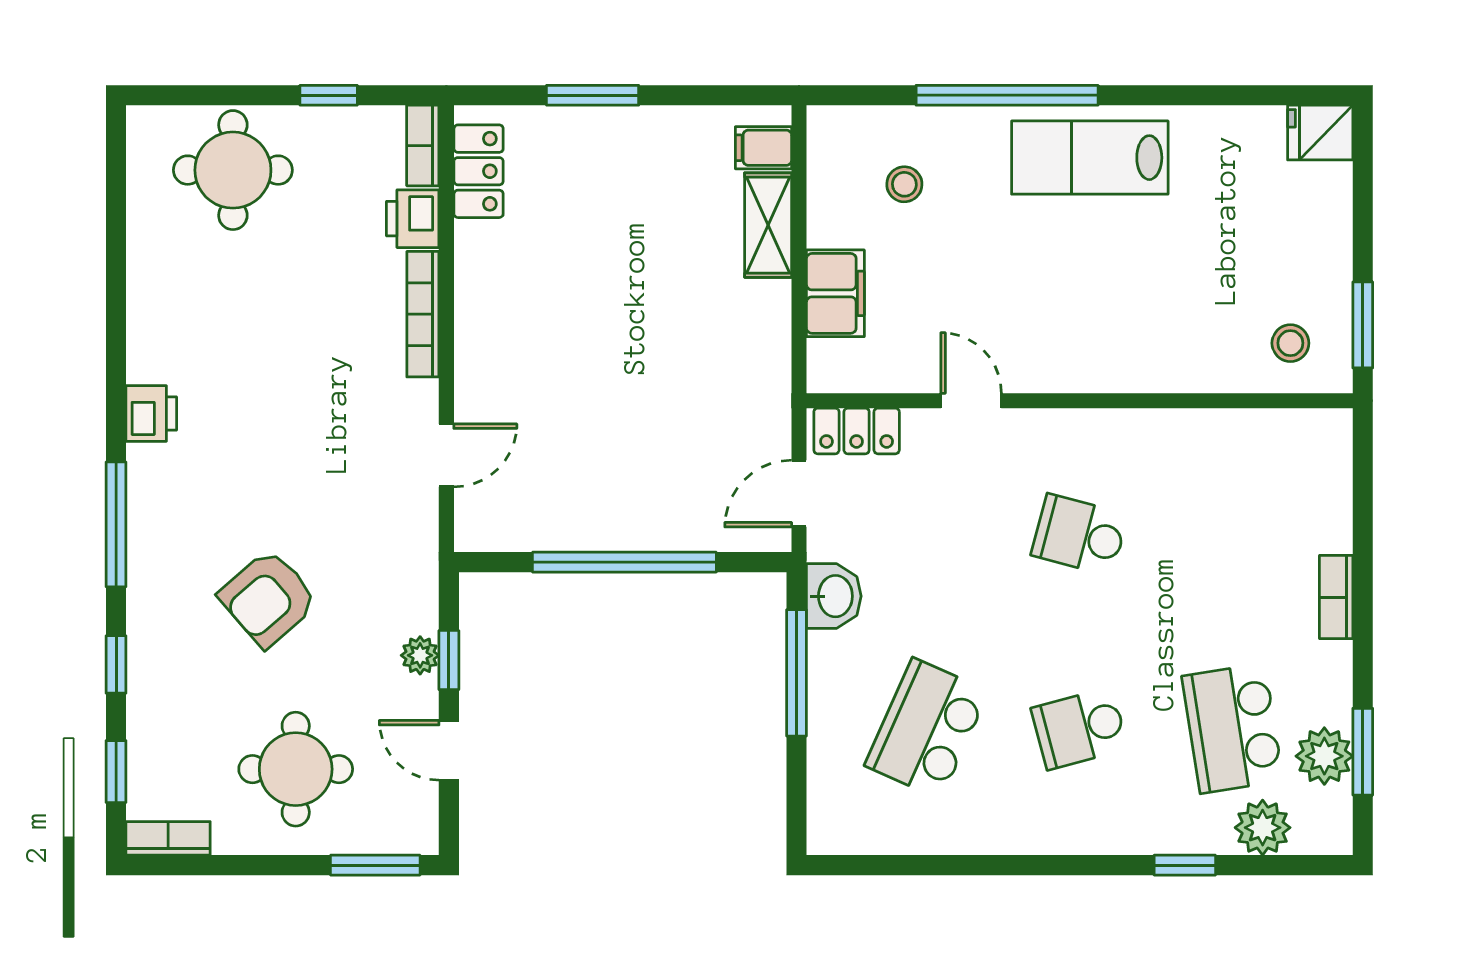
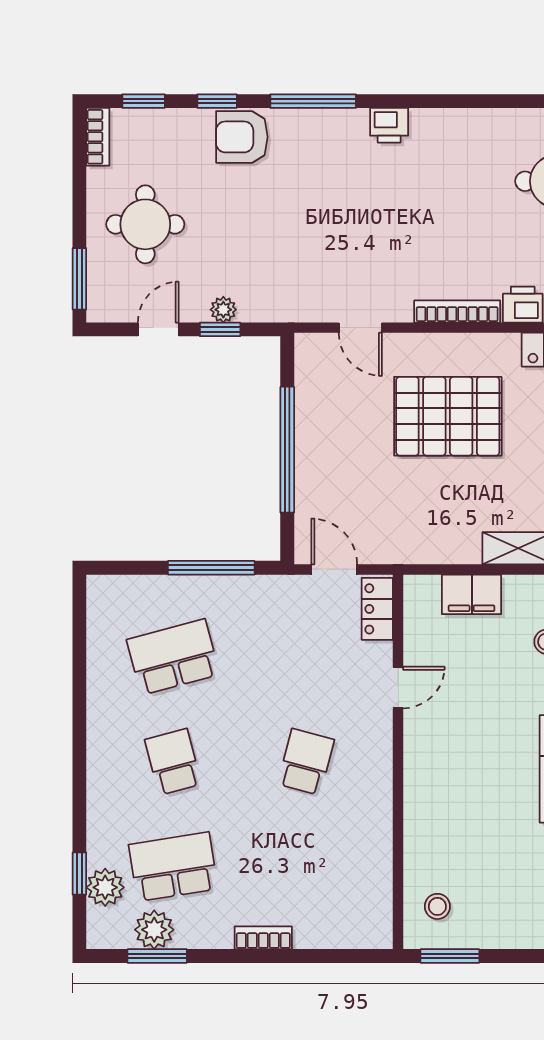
pallet: (576, 328) -> (448, 416), added
washbasin: (834, 596) -> (264, 593), removed
armchair: (268, 598) -> (242, 137), moved, turned -49
school desk: (927, 728) -> (173, 657), turned -39
window: (1185, 865) -> (79, 874), moved

